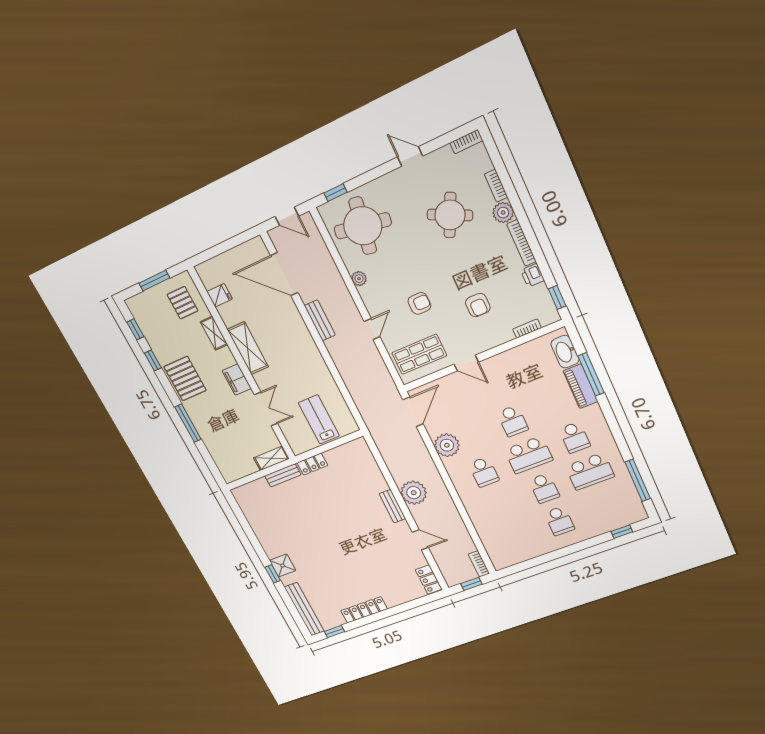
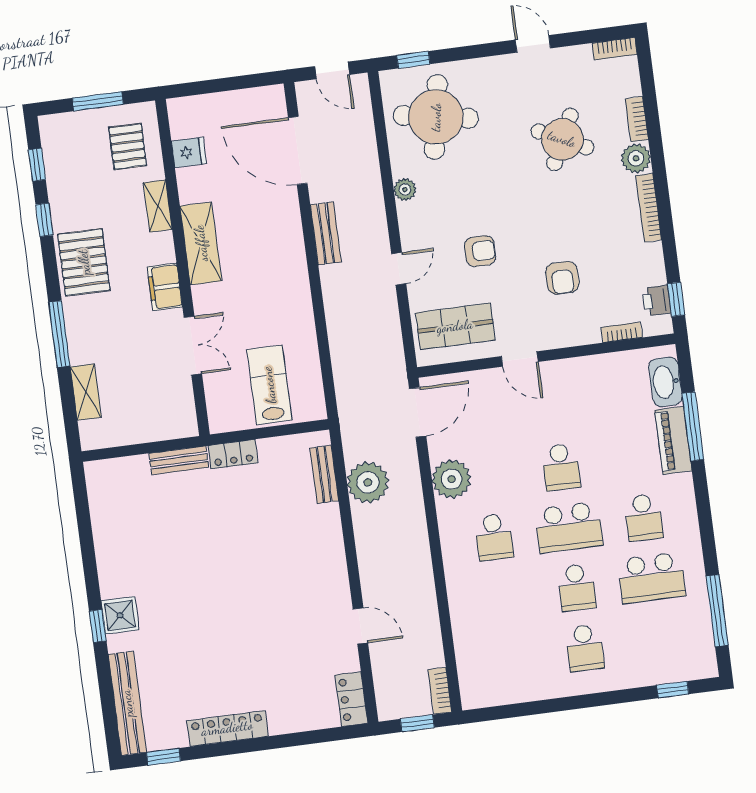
printer: (533, 275) -> (657, 301), moved
shelving: (271, 458) -> (86, 392), moved, turned 90
plant: (414, 493) -> (368, 482), moved
bench: (392, 506) -> (324, 474), moved

